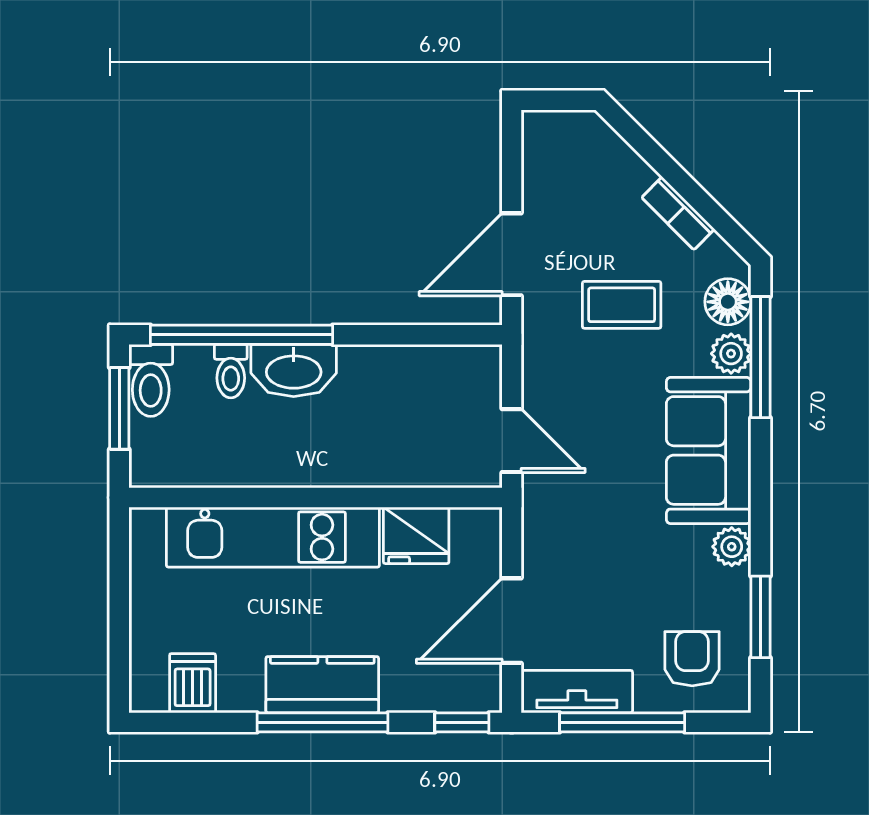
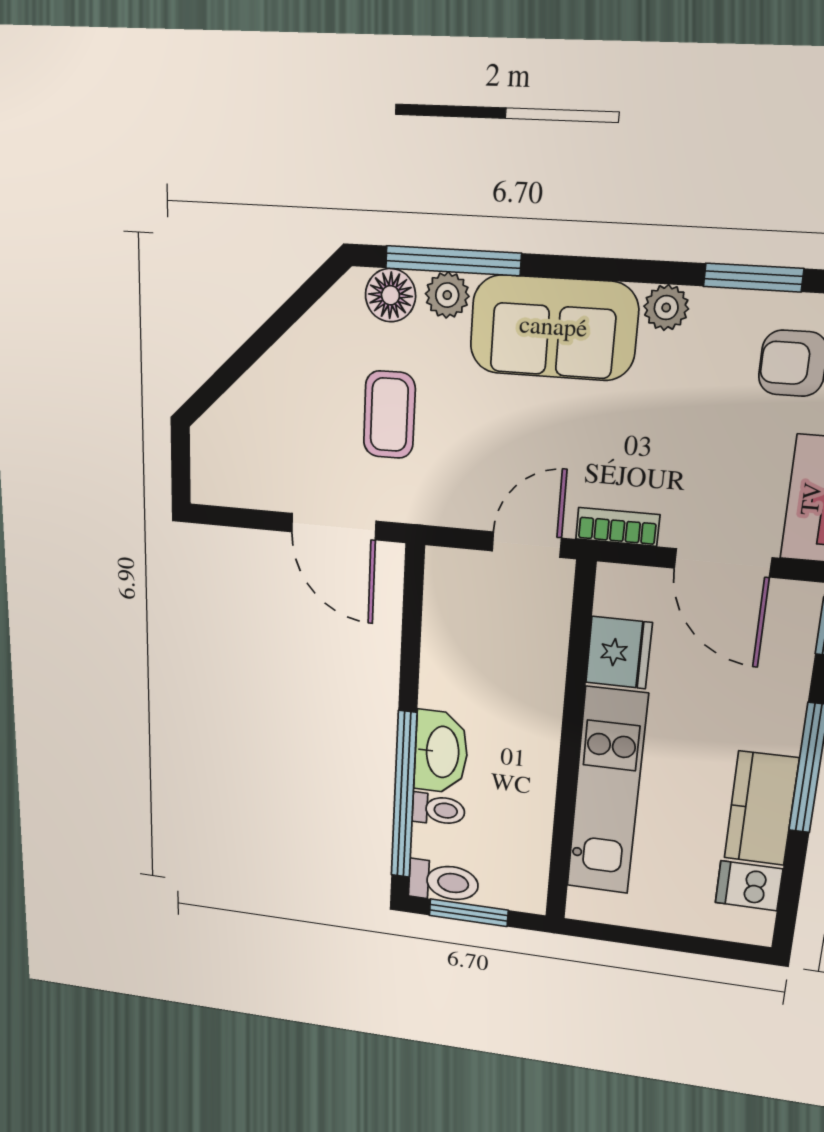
bookcase: (678, 213) -> (618, 527), moved, turned -135
kitchen counter: (322, 685) -> (761, 808), moved

